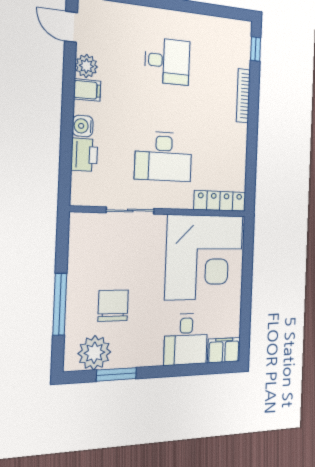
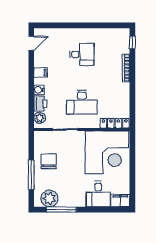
door: (71, 27) -> (31, 43), swing flipped
plant: (86, 66) -> (40, 118), moved
chair: (113, 306) -> (49, 161), moved
window: (116, 374) -> (61, 210), width x1.44

